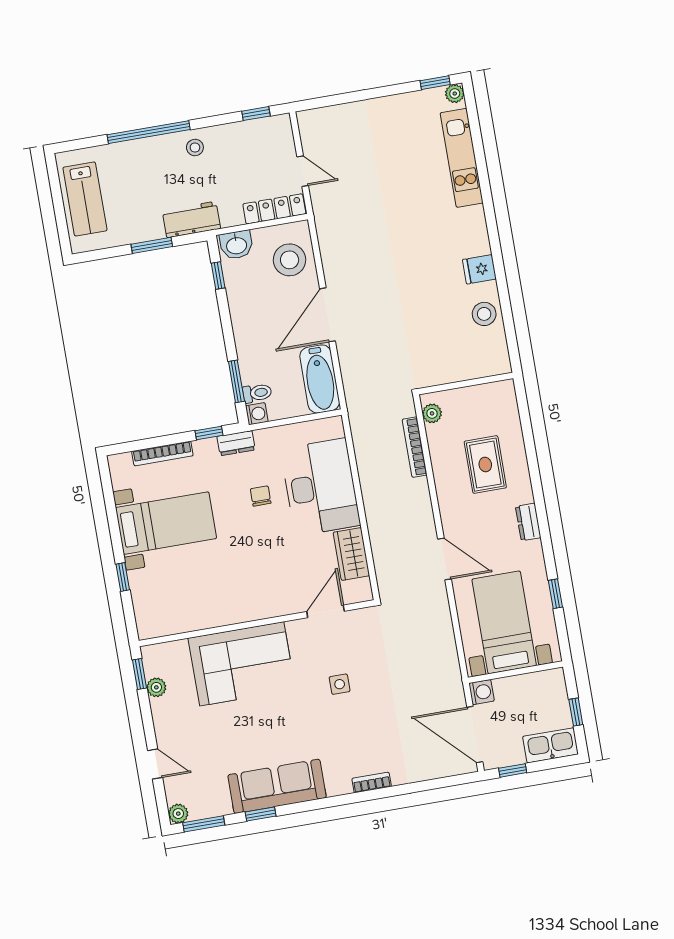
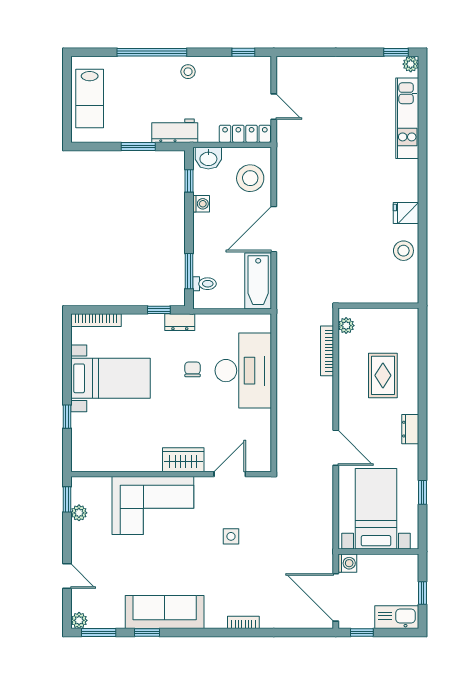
washing machine: (257, 414) -> (201, 204), moved
bookcase: (162, 453) -> (96, 320), moved
wardrobe: (351, 554) -> (183, 460), moved, turned 90

